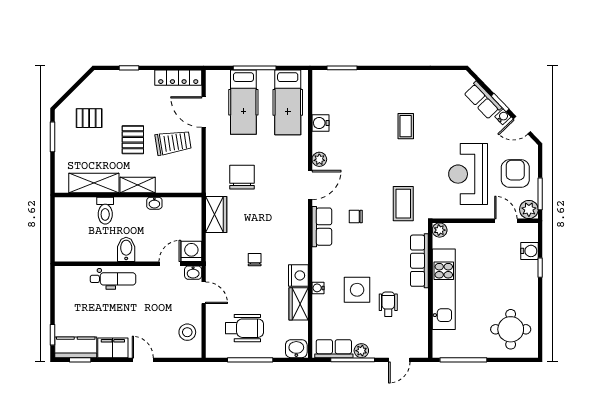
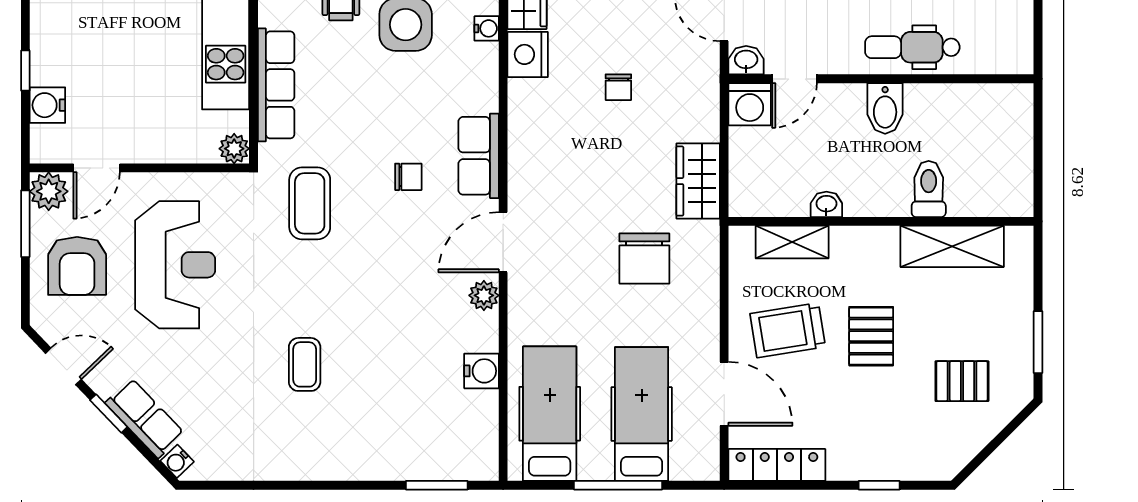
water cooler: (503, 117) -> (177, 461), moved
shelving: (138, 185) -> (792, 242), moved
door: (506, 221) -> (97, 168), hinge flipped

